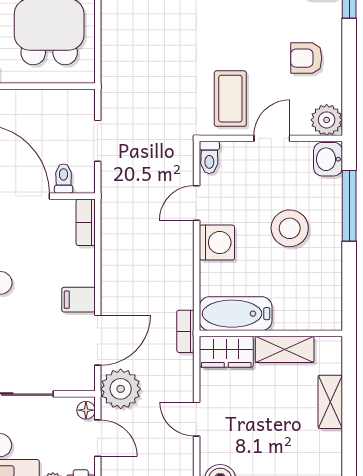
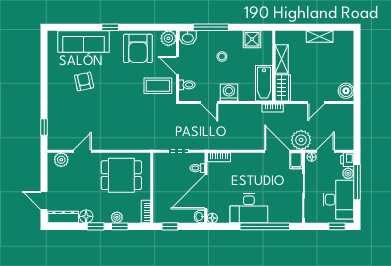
armchair: (306, 58) -> (138, 48), width x1.88, depth x1.88
toilet: (209, 157) -> (187, 85), moved
stool: (290, 228) -> (222, 57), width x0.53, depth x0.53
shower: (325, 290) -> (252, 39), added
filing cabinet: (78, 300) -> (296, 161), moved
shelving: (330, 402) -> (320, 37), moved

